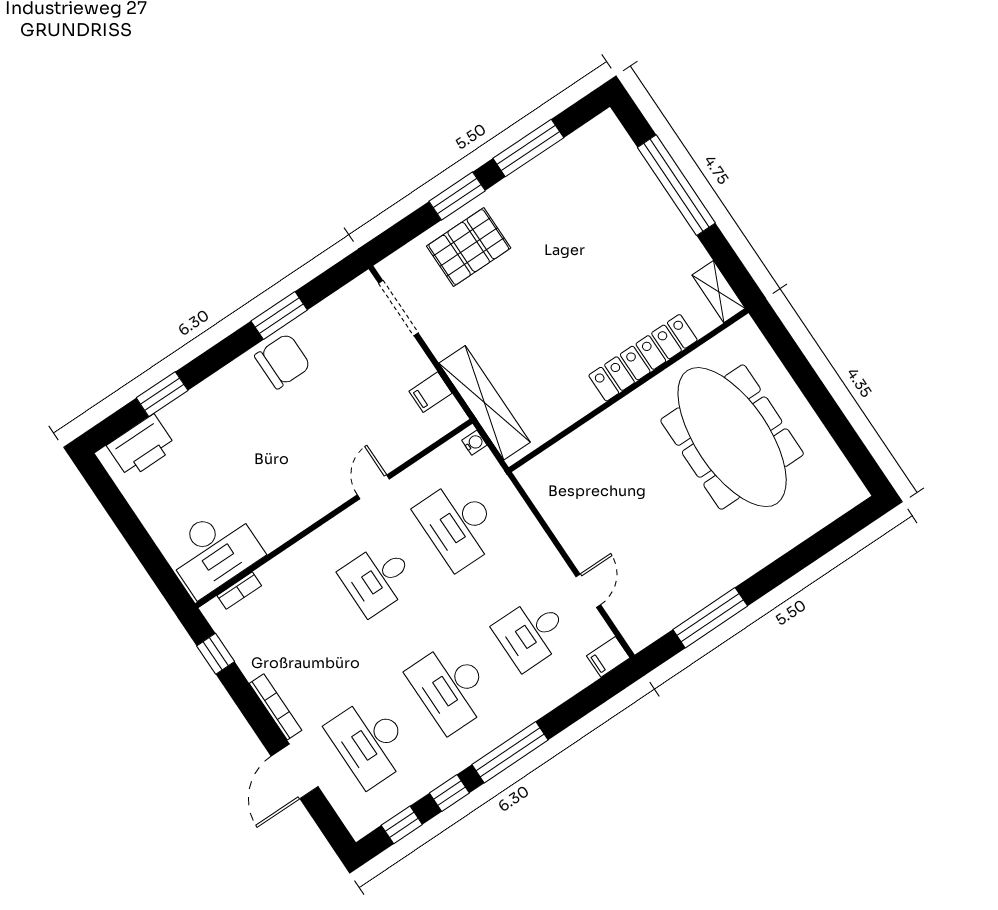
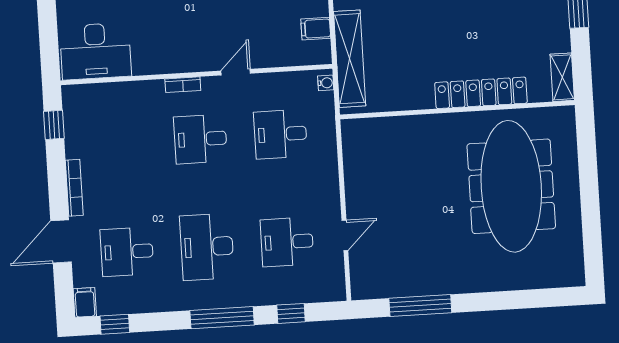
desk: (458, 524) -> (280, 134), width x0.73
bookcase: (239, 591) -> (183, 85), moved
filing cabinet: (608, 657) -> (85, 302), moved, turned 90
desk: (370, 742) -> (127, 252), width x0.73
window: (449, 793) -> (291, 313), moved

